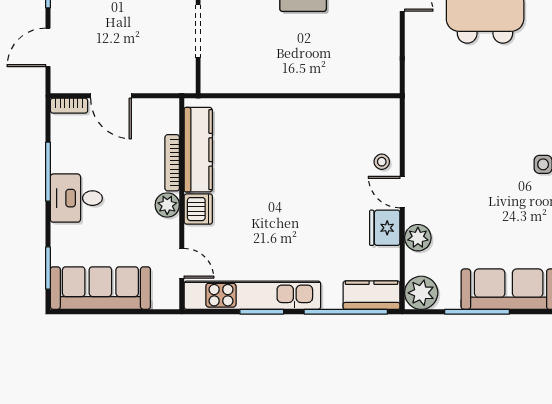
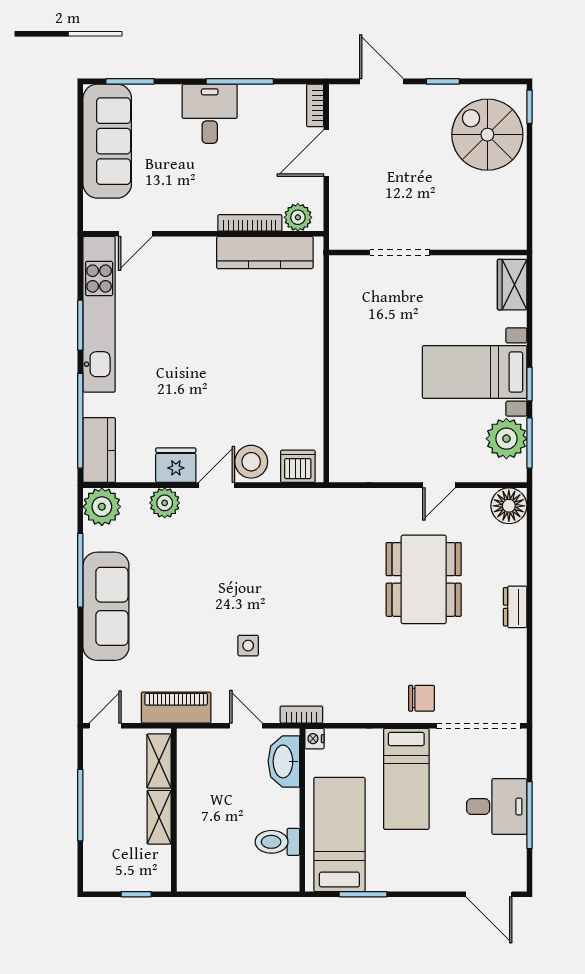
stool: (382, 162) -> (251, 462), width x1.89, depth x1.89
plant: (167, 205) -> (298, 217), moved
dishwasher: (198, 209) -> (298, 466), moved, turned 180

